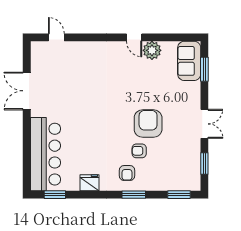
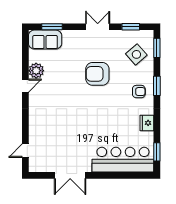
armchair: (139, 151) -> (120, 81), removed
side table: (171, 170) -> (136, 54), added

